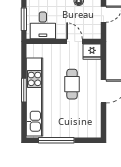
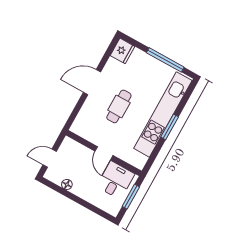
door: (74, 41) -> (104, 153), moved
fridge: (92, 52) -> (123, 51), moved, turned 90

